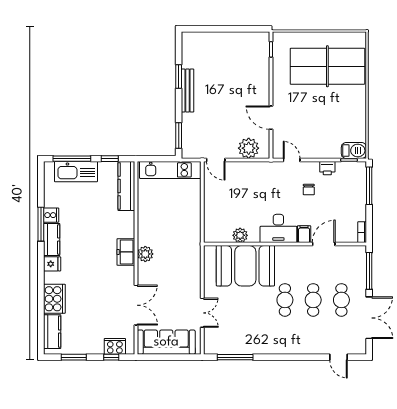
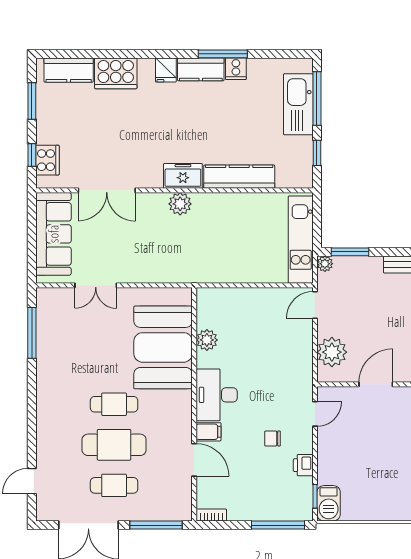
plant: (187, 153) -> (325, 264), added
kitchen counter: (126, 186) -> (239, 177), moved
cafe table: (313, 300) -> (114, 445), width x1.37, depth x1.35

